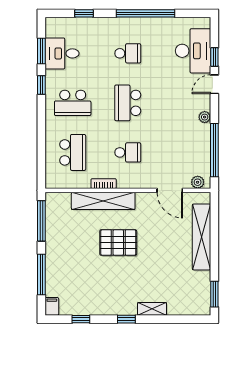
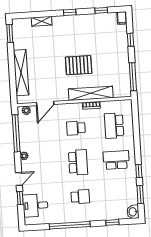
washbasin: (53, 27) -> (133, 212), added
desk: (193, 51) -> (35, 205), width x0.73
desk: (62, 53) -> (126, 194), removed
school desk: (128, 53) -> (80, 197), turned 180
door: (170, 190) -> (45, 104), swing flipped
window: (41, 275) -> (131, 40), width x0.46
shelving: (152, 309) -> (42, 21), moved

